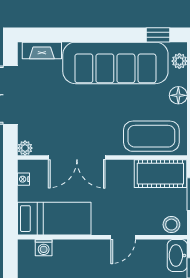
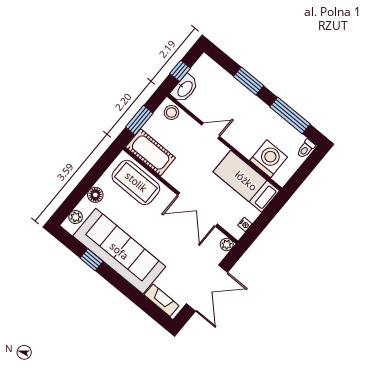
window: (158, 35) -> (92, 260), moved
double door: (77, 158) -> (197, 209), swing flipped
washing machine: (44, 248) -> (269, 159), width x1.89, depth x1.89

